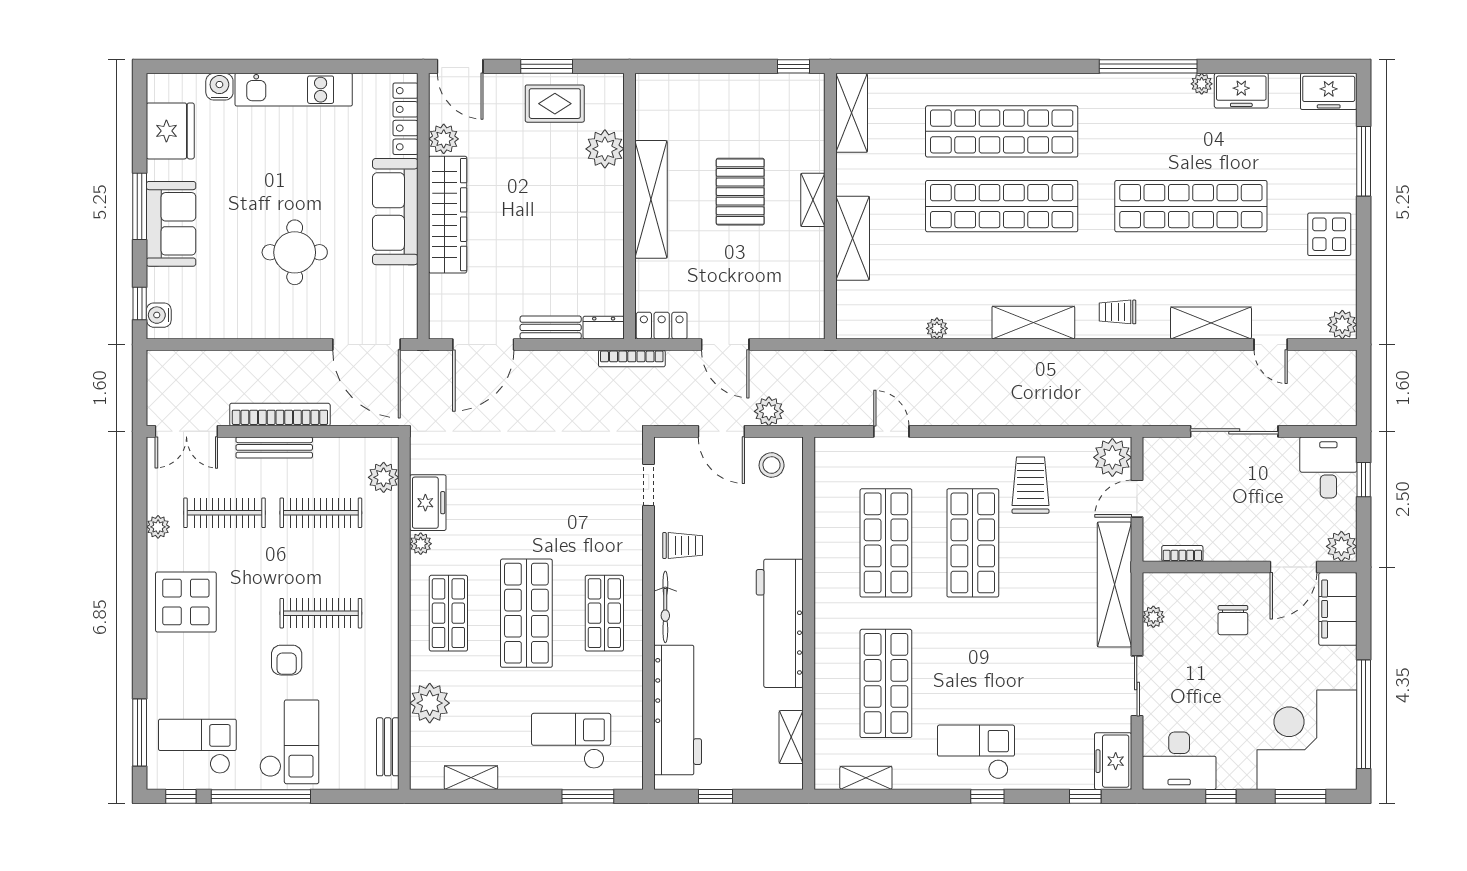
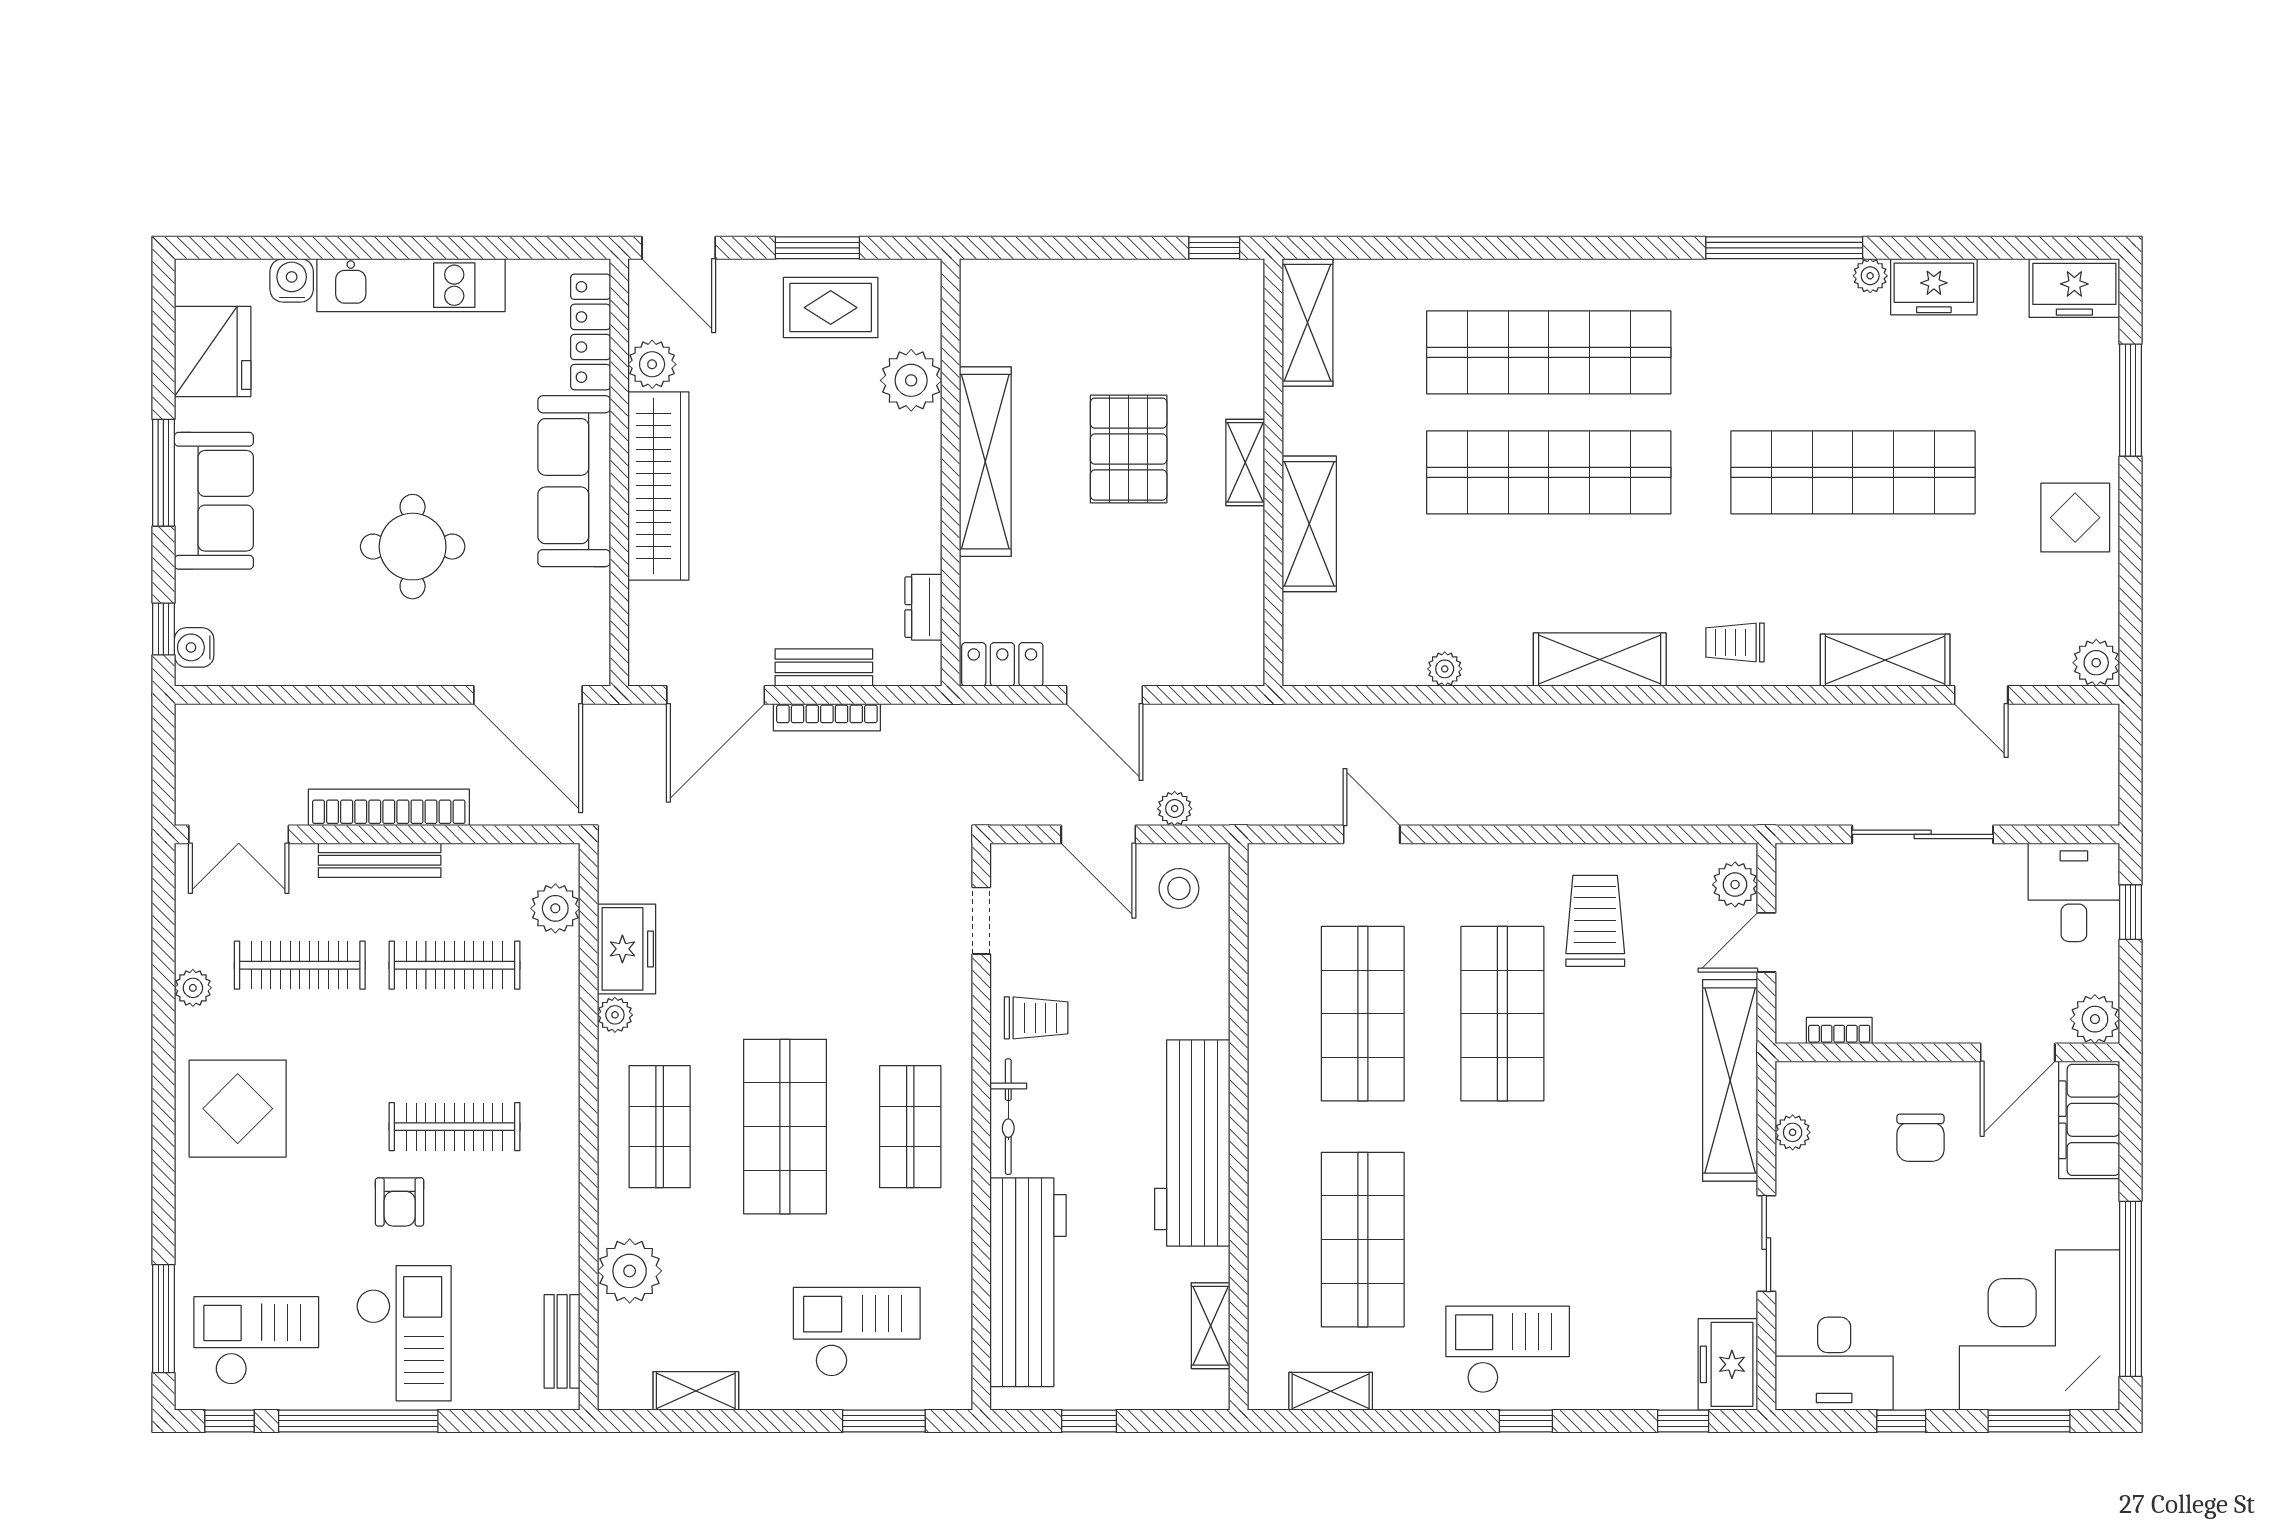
dresser: (604, 328) -> (923, 607), moved, turned -90
bookcase: (632, 358) -> (827, 717), moved
plant: (769, 411) -> (1175, 809), width x0.73, depth x0.73
plant: (1112, 457) -> (1735, 885), width x0.73, depth x0.73

